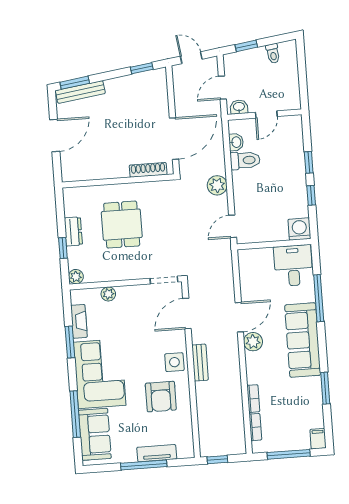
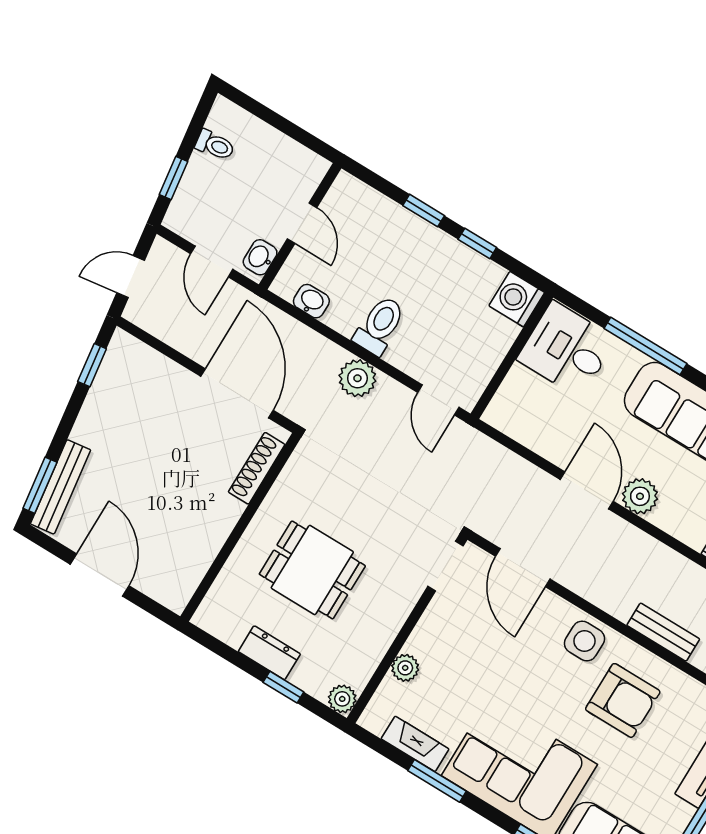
toilet: (245, 160) -> (380, 325), moved
bench: (200, 363) -> (663, 632), moved

